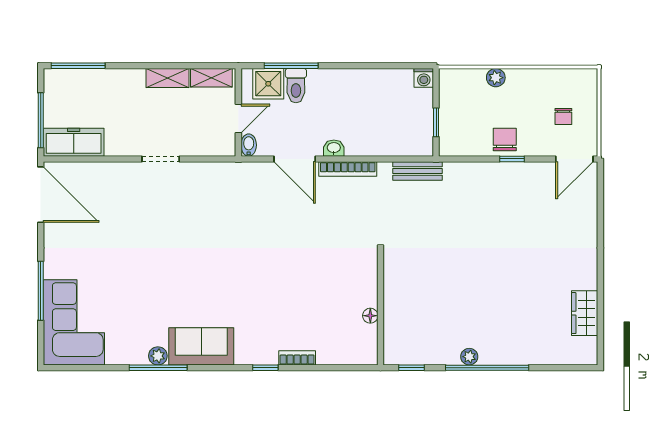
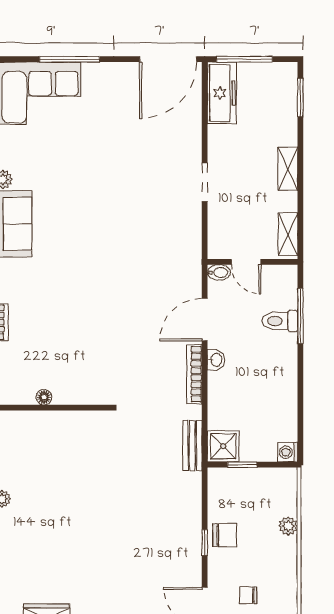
window: (78, 66) -> (300, 98), width x0.69
shelving: (167, 78) -> (288, 169), moved
shower: (268, 84) -> (223, 446), moved

